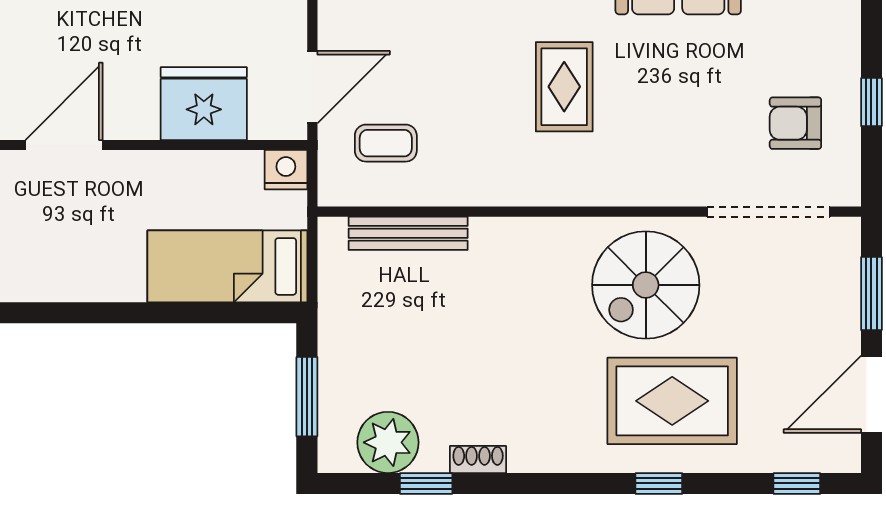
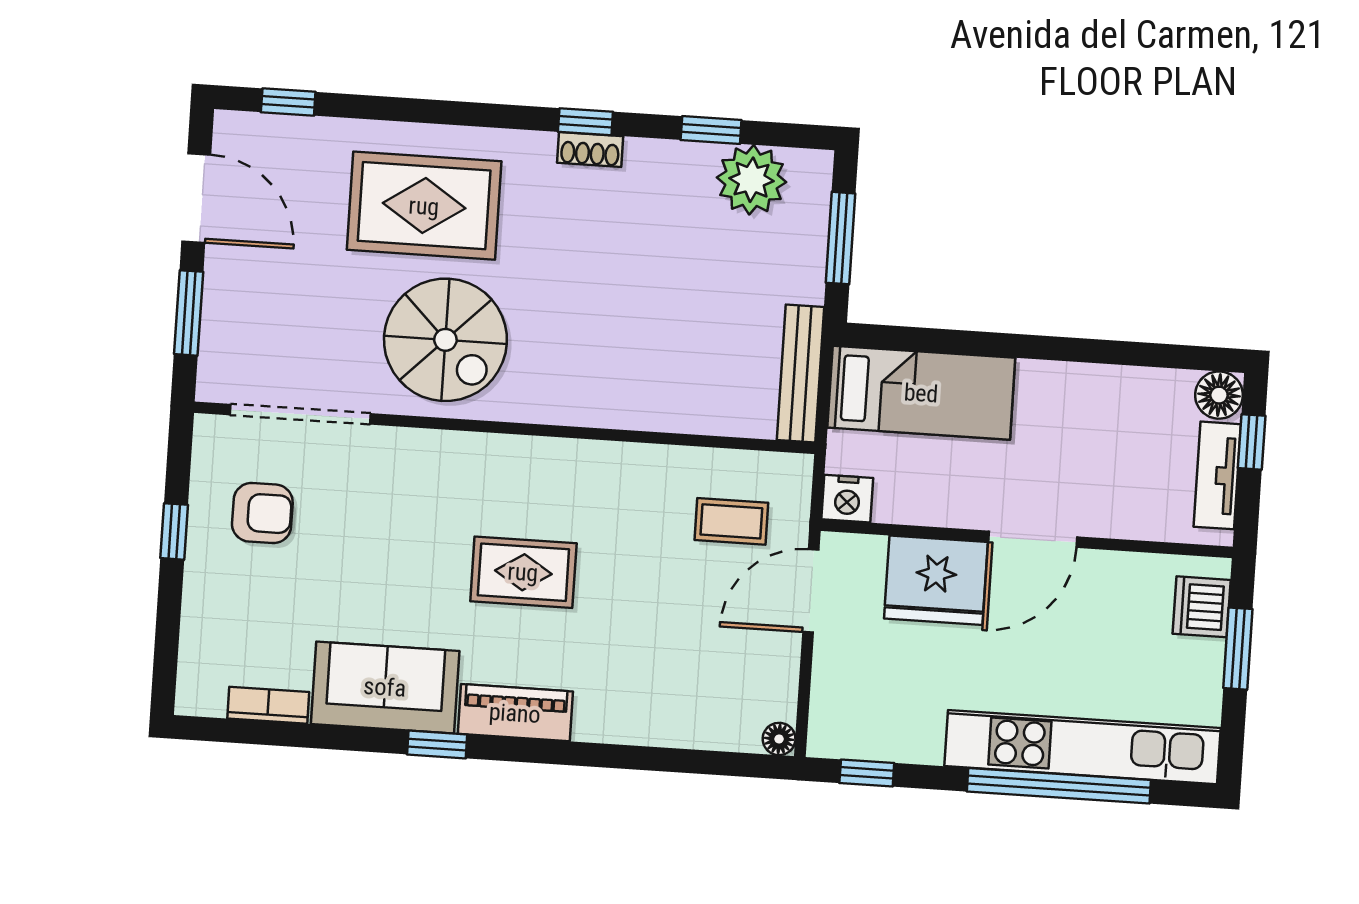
rug: (564, 87) -> (523, 572), turned 90
door: (64, 145) -> (1033, 539), moved
bench: (408, 233) -> (800, 373), moved, turned 90
spiral stairs: (646, 285) -> (445, 340), turned 90
door: (871, 394) -> (196, 198), hinge flipped
shoe rack: (478, 459) -> (590, 150), moved
window: (659, 483) -> (585, 122), moved

